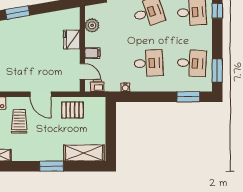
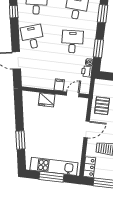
plant: (92, 25) -> (37, 83), removed
printer: (97, 86) -> (87, 71), moved
window: (144, 97) -> (98, 48), added

